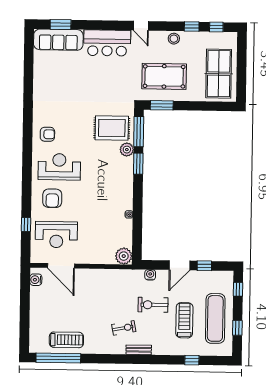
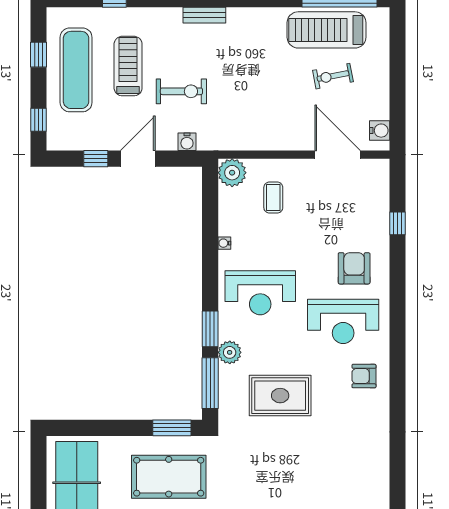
rug: (112, 128) -> (280, 396), moved
reception desk: (56, 235) -> (260, 293), moved, turned 180
coffee table: (100, 241) -> (273, 198), added
treadmill: (184, 320) -> (128, 66), turned 180
exercise bike: (124, 328) -> (333, 76), moved
treadmill: (66, 340) -> (327, 30), width x1.37, depth x1.38

